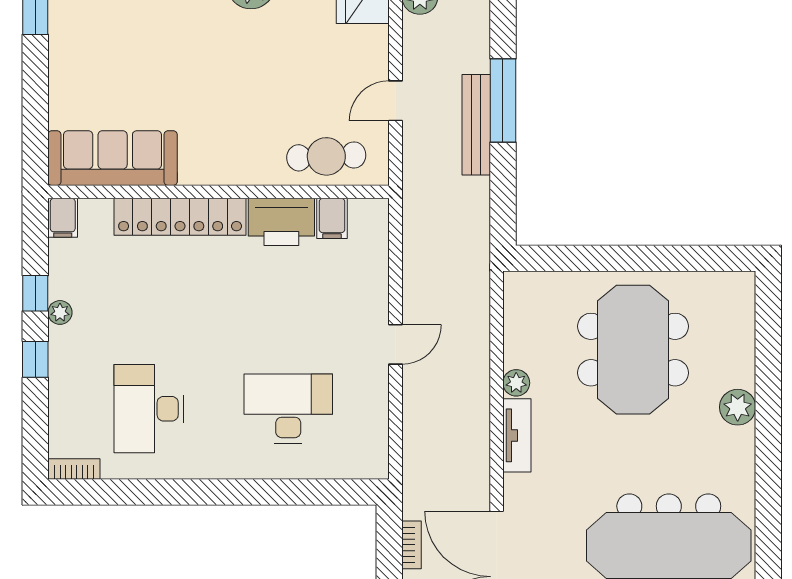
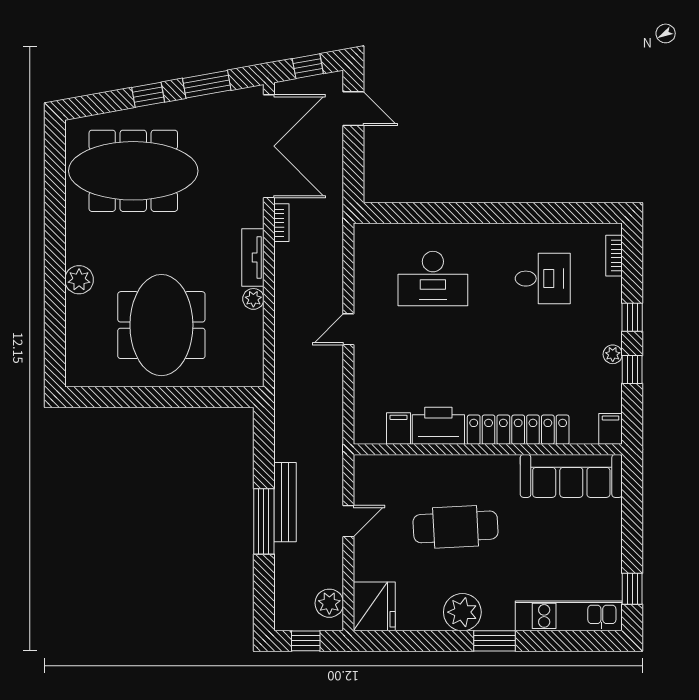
cafe table: (326, 156) -> (456, 527), moved, width x1.37, depth x1.35
desk: (149, 409) -> (543, 279), width x0.73
bookcase: (74, 469) -> (614, 256), moved, turned 90
bookcase: (411, 545) -> (281, 223), moved, turned 180

